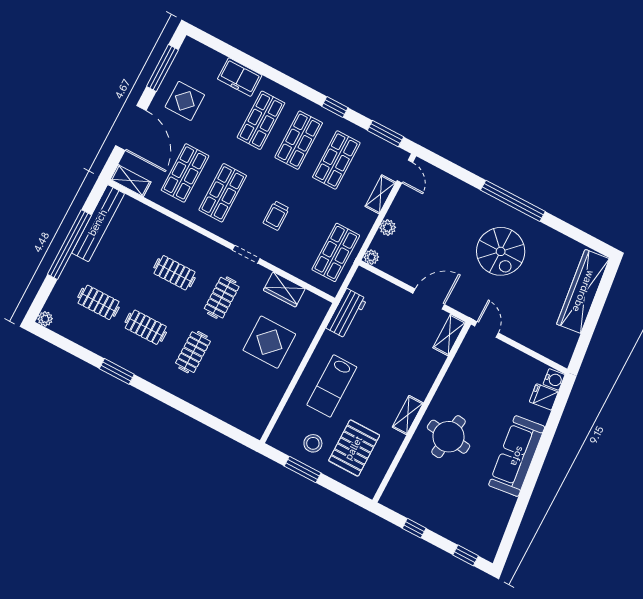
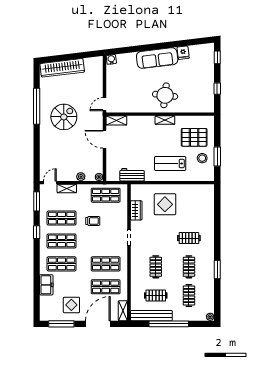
window: (513, 201) -> (37, 106), moved
trolley: (276, 216) -> (93, 221), moved
clothes rail: (222, 298) -> (156, 296), moved
lab bench: (332, 386) -> (170, 164), turned 180
fridge: (544, 397) -> (183, 53), moved

